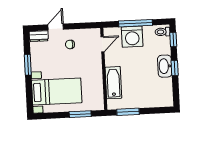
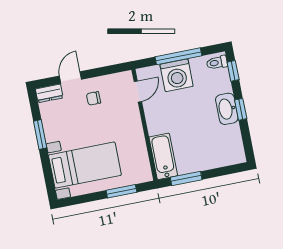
bathtub: (113, 83) -> (163, 156), moved

